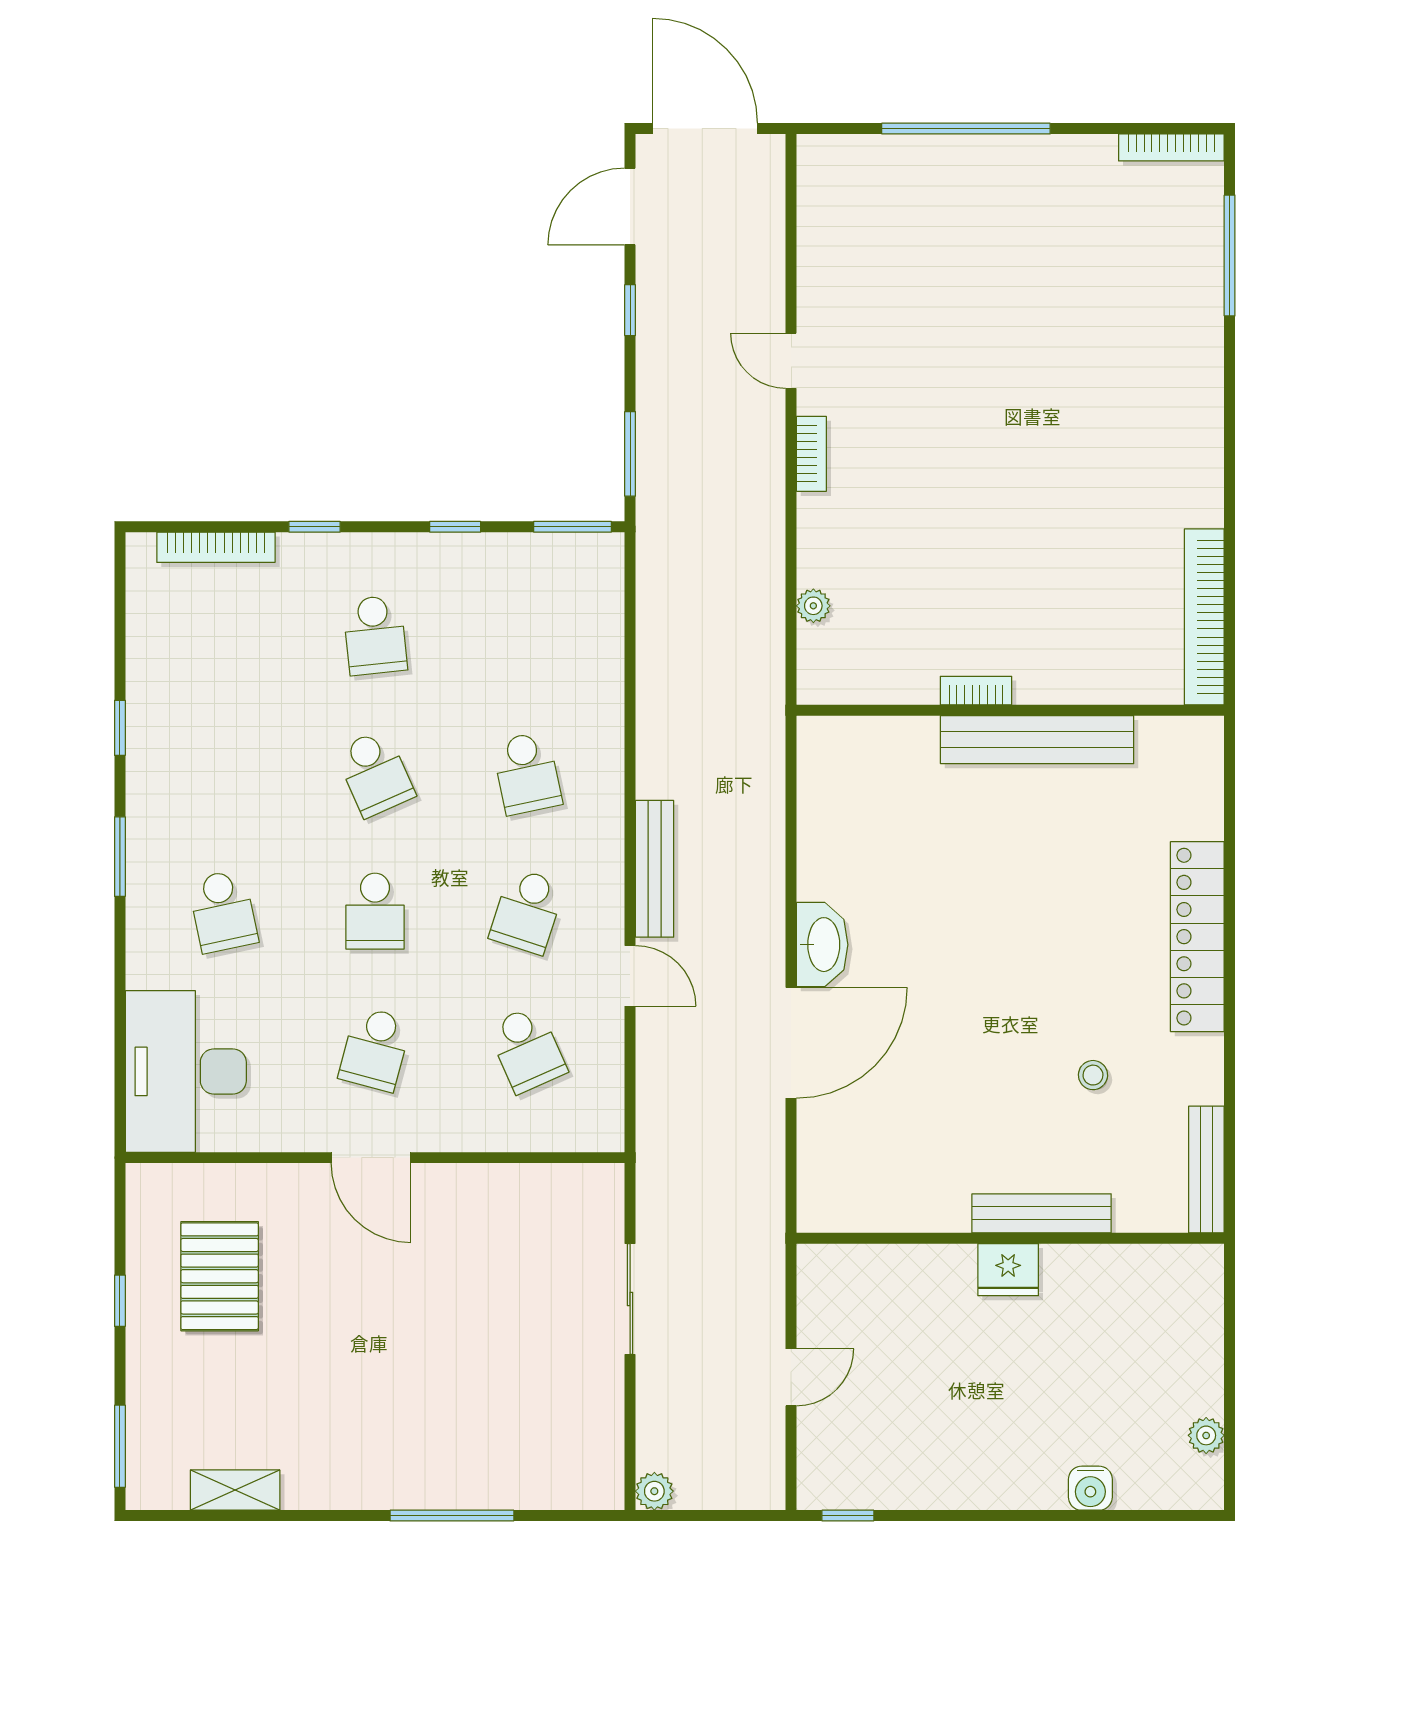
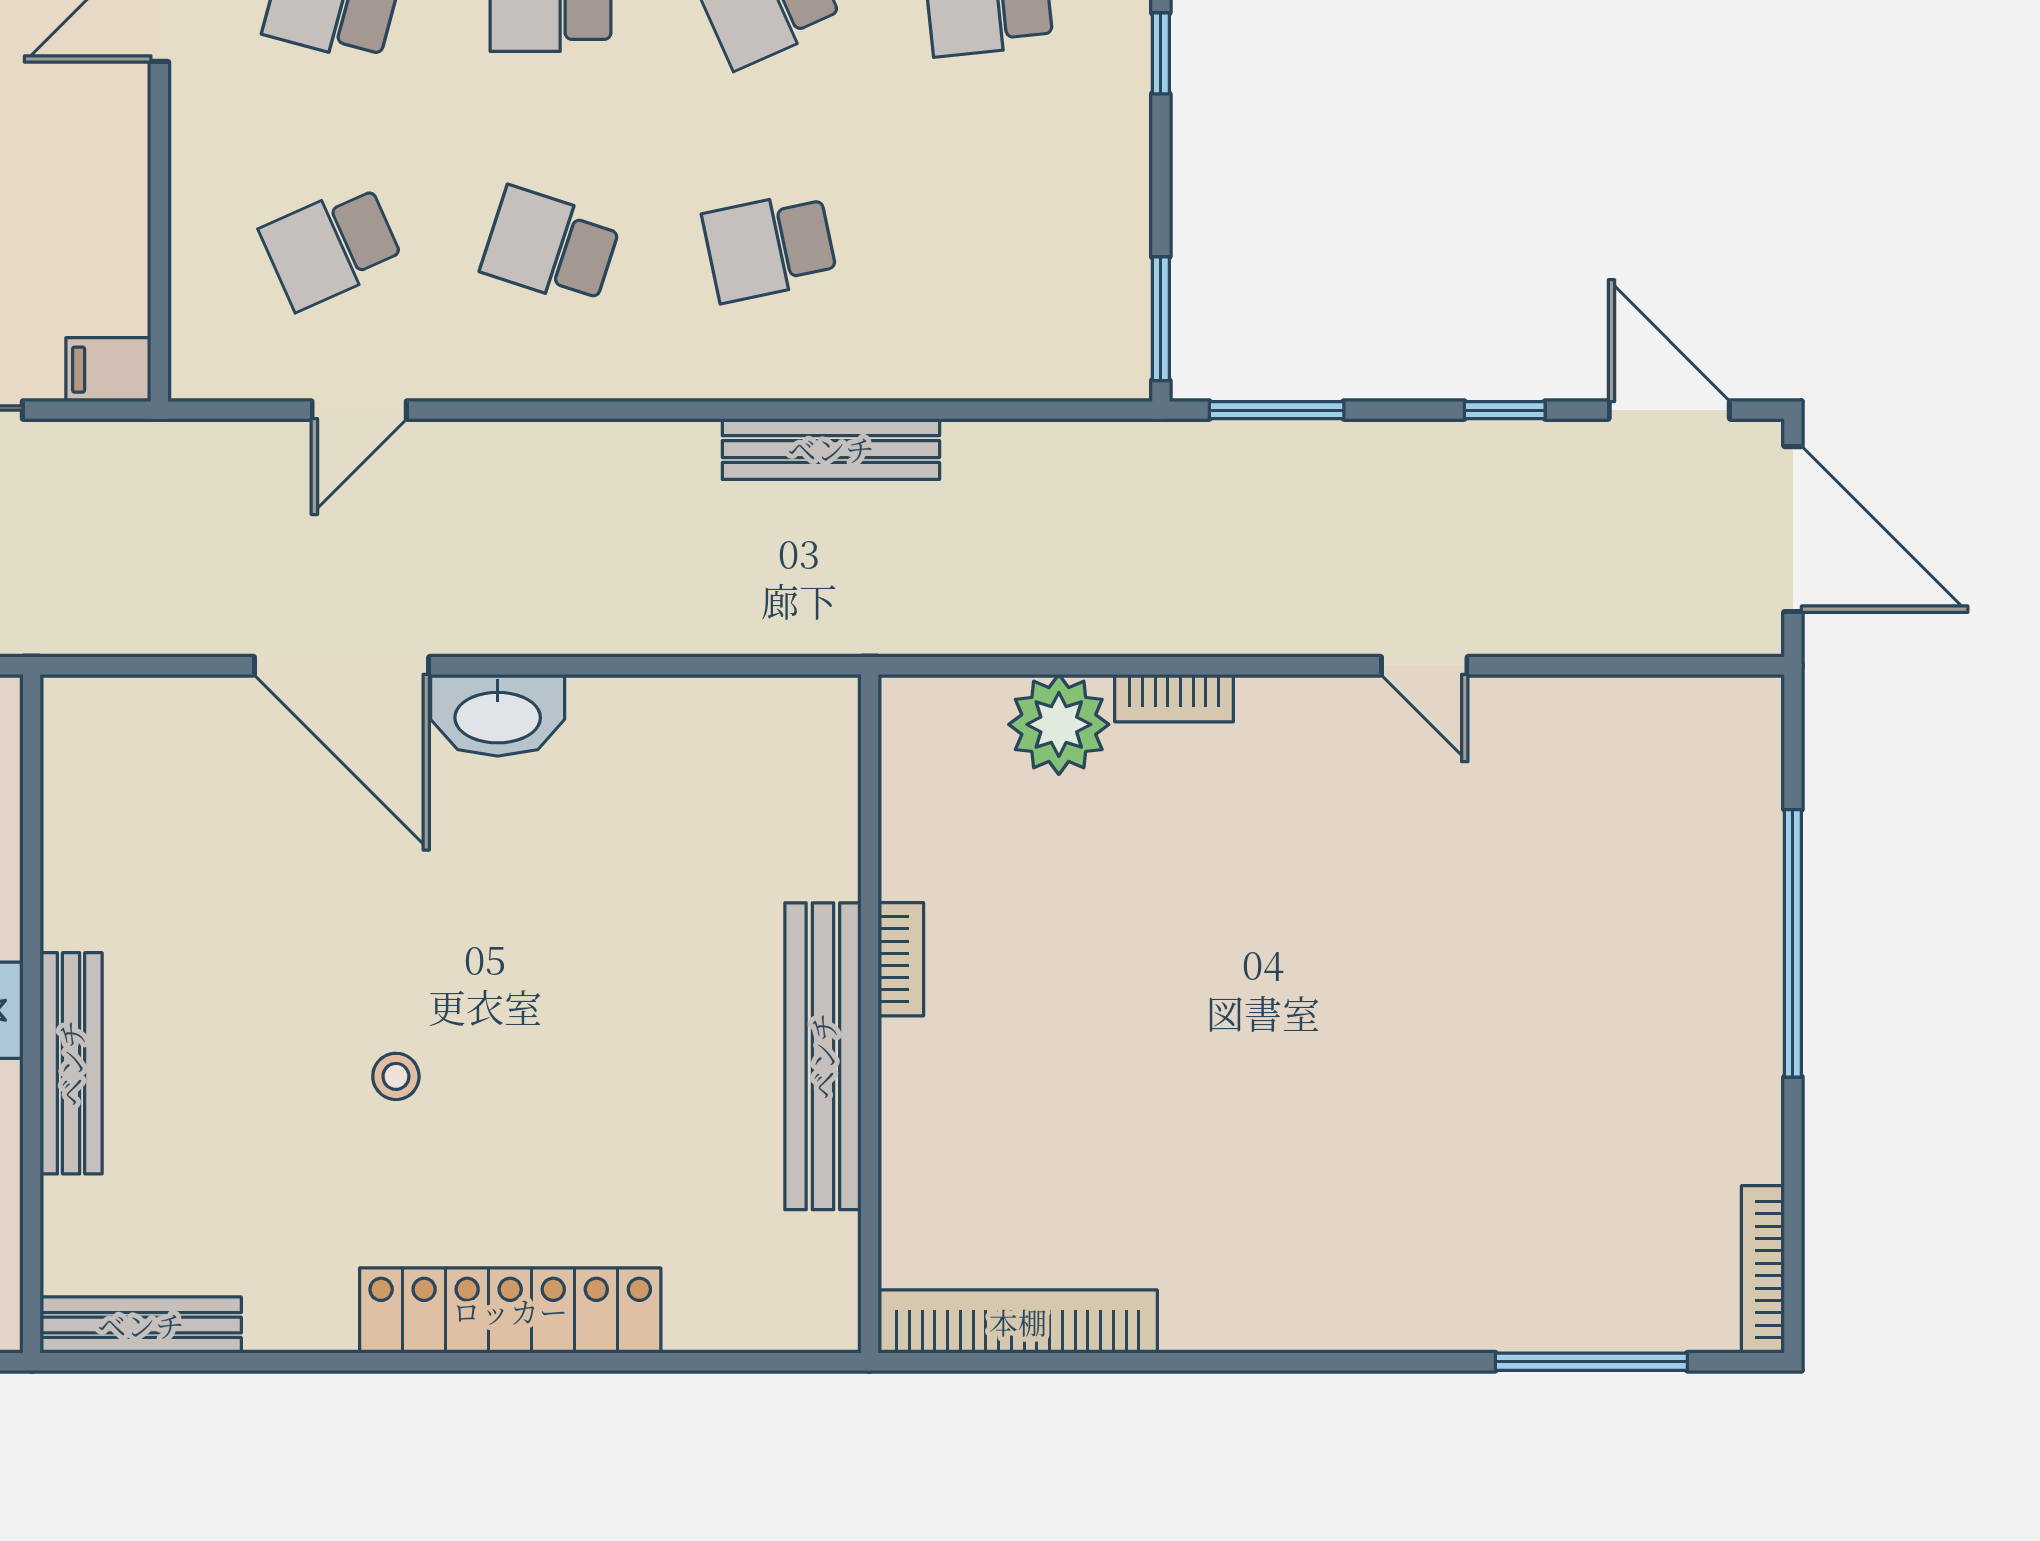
door: (705, 129) -> (1793, 529), hinge flipped
door: (791, 361) -> (1424, 666), swing flipped
bookcase: (811, 454) -> (1174, 698), moved
window: (455, 527) -> (1161, 53), moved
plant: (813, 606) -> (1059, 724), width x1.87, depth x1.87
bench: (655, 869) -> (831, 449), moved
door: (630, 976) -> (359, 410), moved
stool: (1093, 1075) -> (396, 1076), moved
filing cabinet: (605, 1190) -> (108, 370), added

